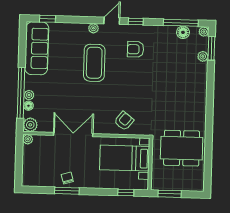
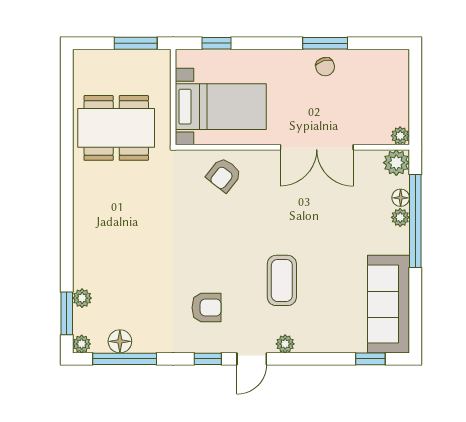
coffee table: (94, 63) -> (282, 280), width x0.73, depth x0.76

